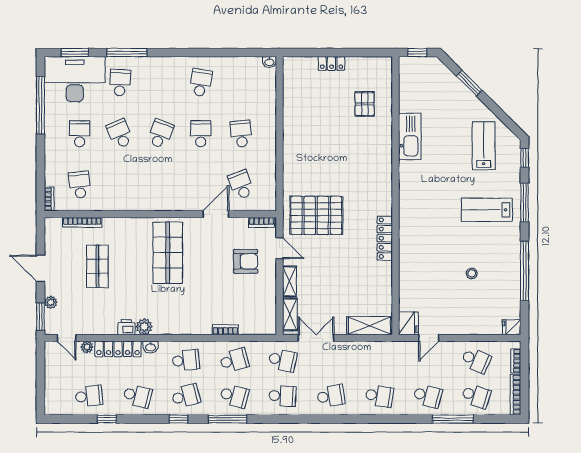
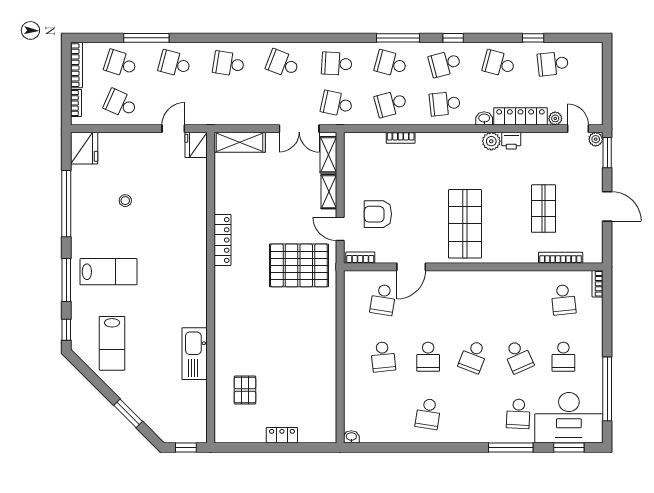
school desk: (241, 185) -> (383, 300), turned 30
plant: (51, 302) -> (596, 139), moved
fridge: (512, 327) -> (84, 148), width x1.88, depth x1.34
school desk: (331, 396) -> (283, 64), turned 30

